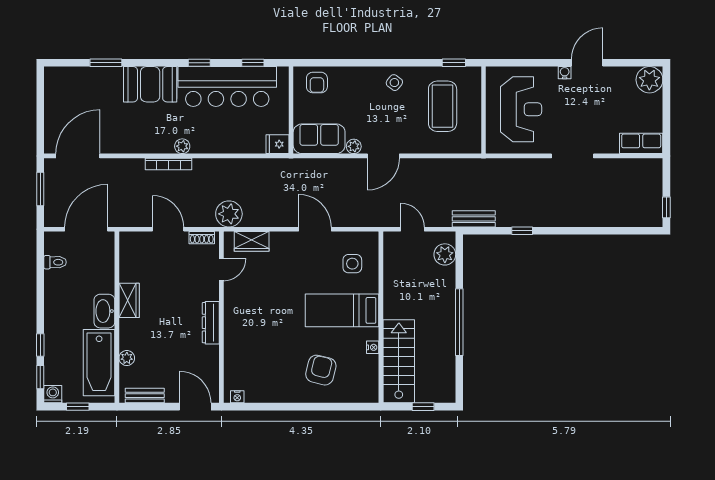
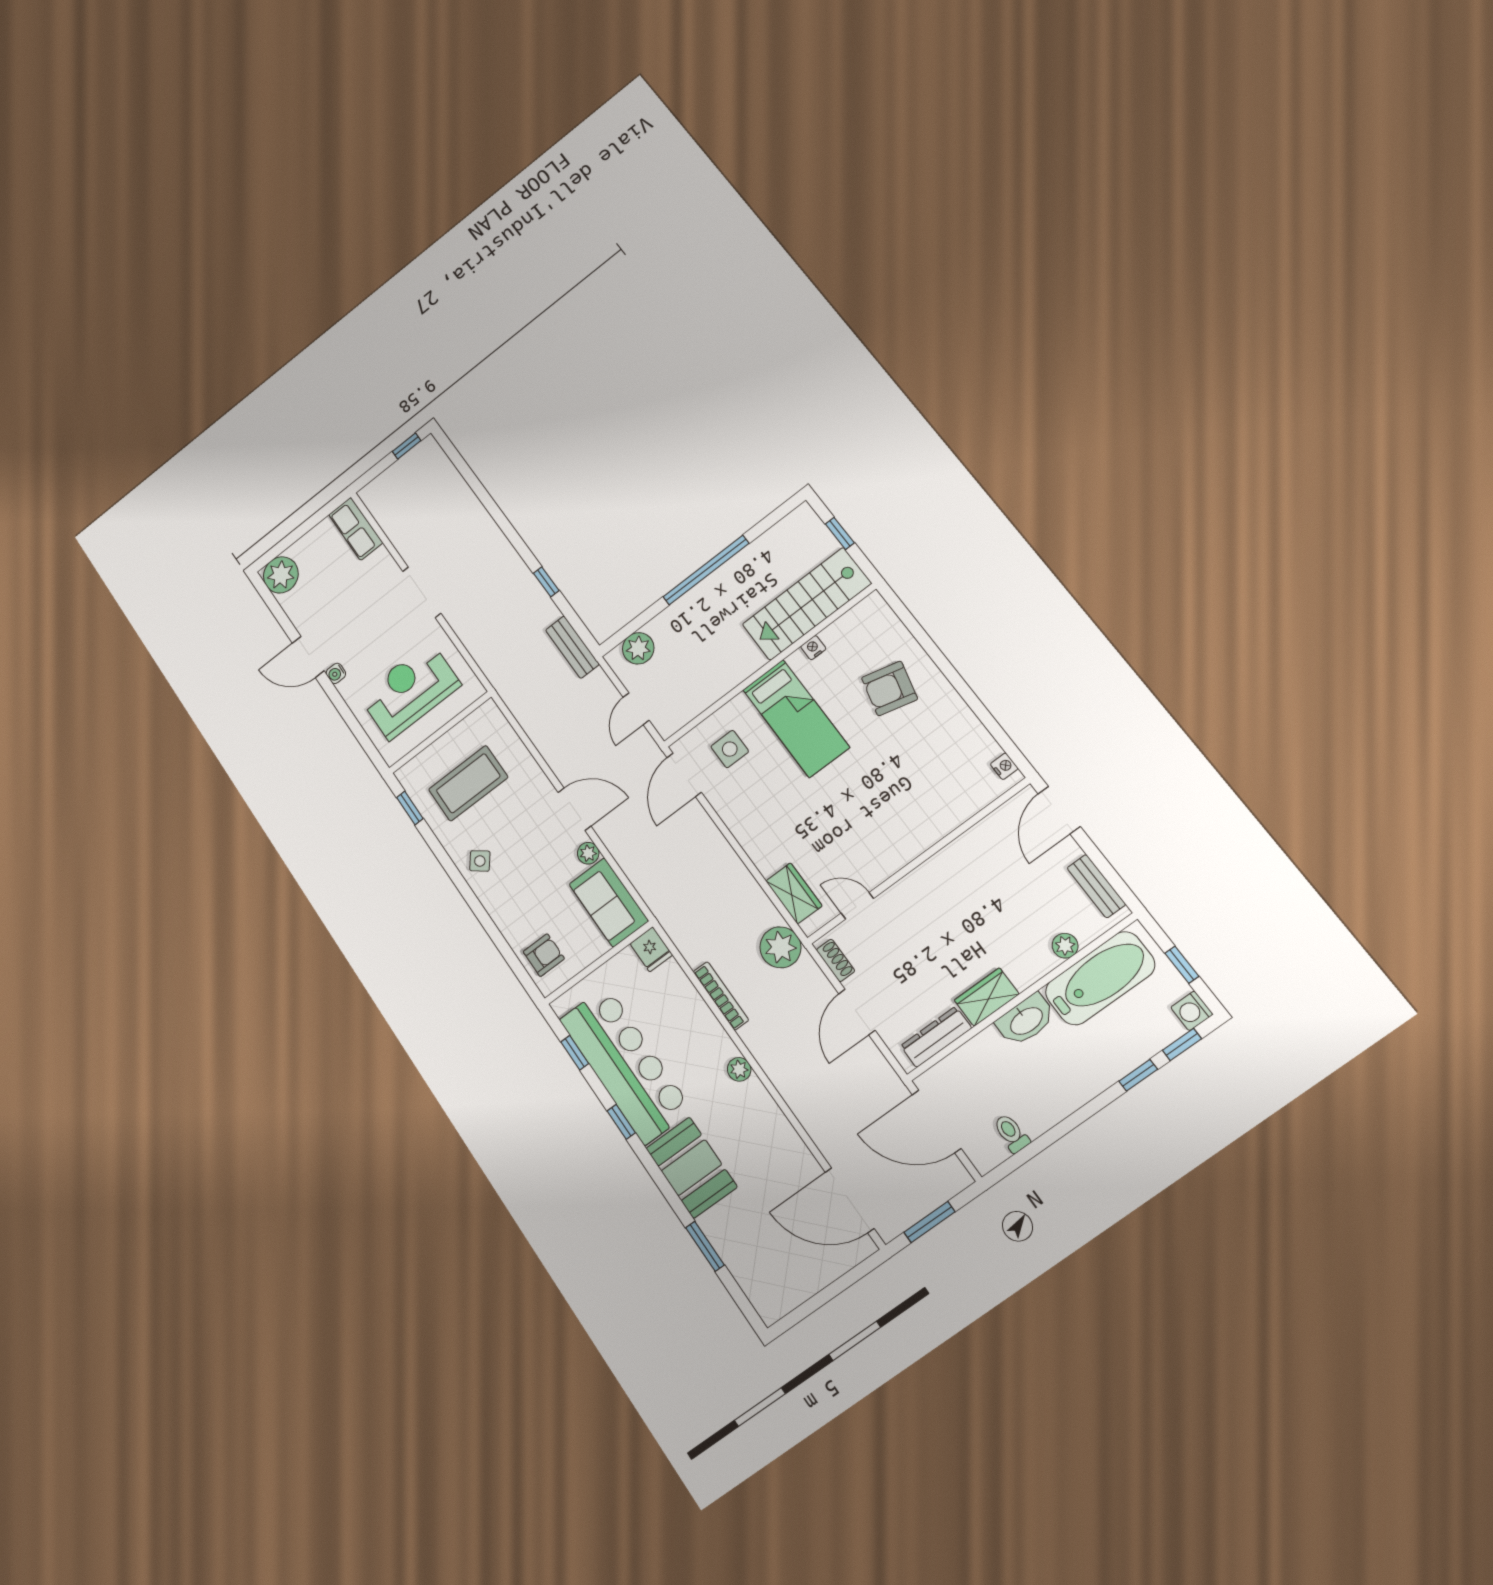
bookcase: (169, 164) -> (721, 996), moved
door: (315, 229) -> (684, 775), moved
dresser: (211, 323) -> (936, 1037), moved, turned 180

